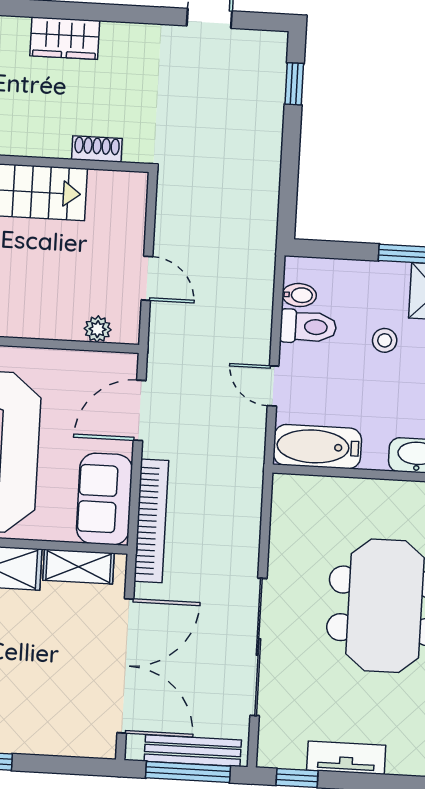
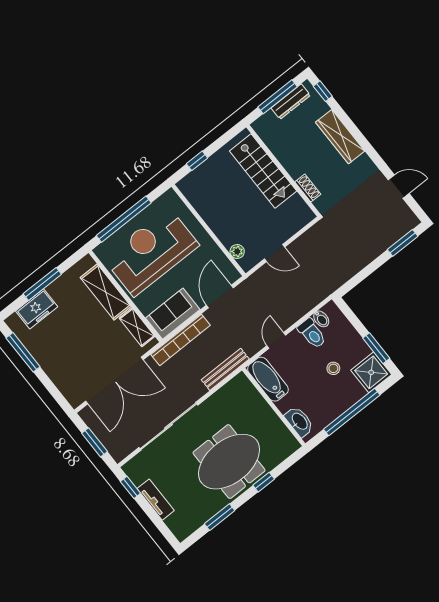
wardrobe: (65, 38) -> (340, 137), width x1.50
window: (294, 84) -> (403, 243), width x1.50
door: (147, 278) -> (274, 253), hinge flipped
door: (140, 410) -> (220, 297), hinge flipped
bench: (193, 751) -> (225, 369), moved, turned 90
window: (188, 772) -> (95, 442), width x0.69

